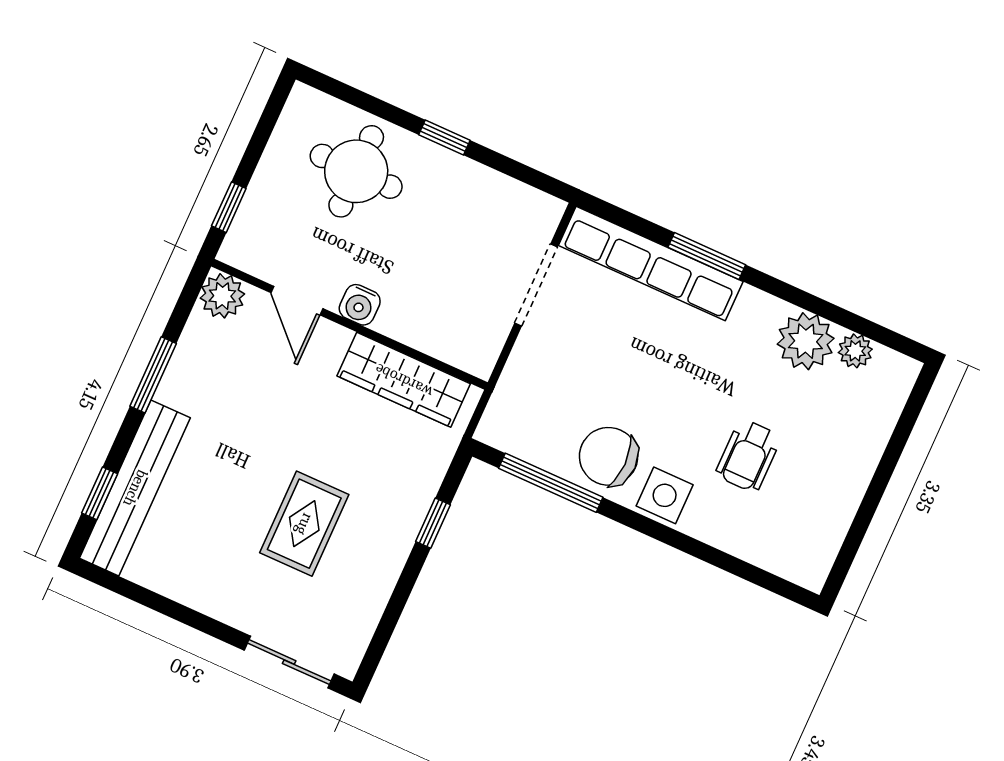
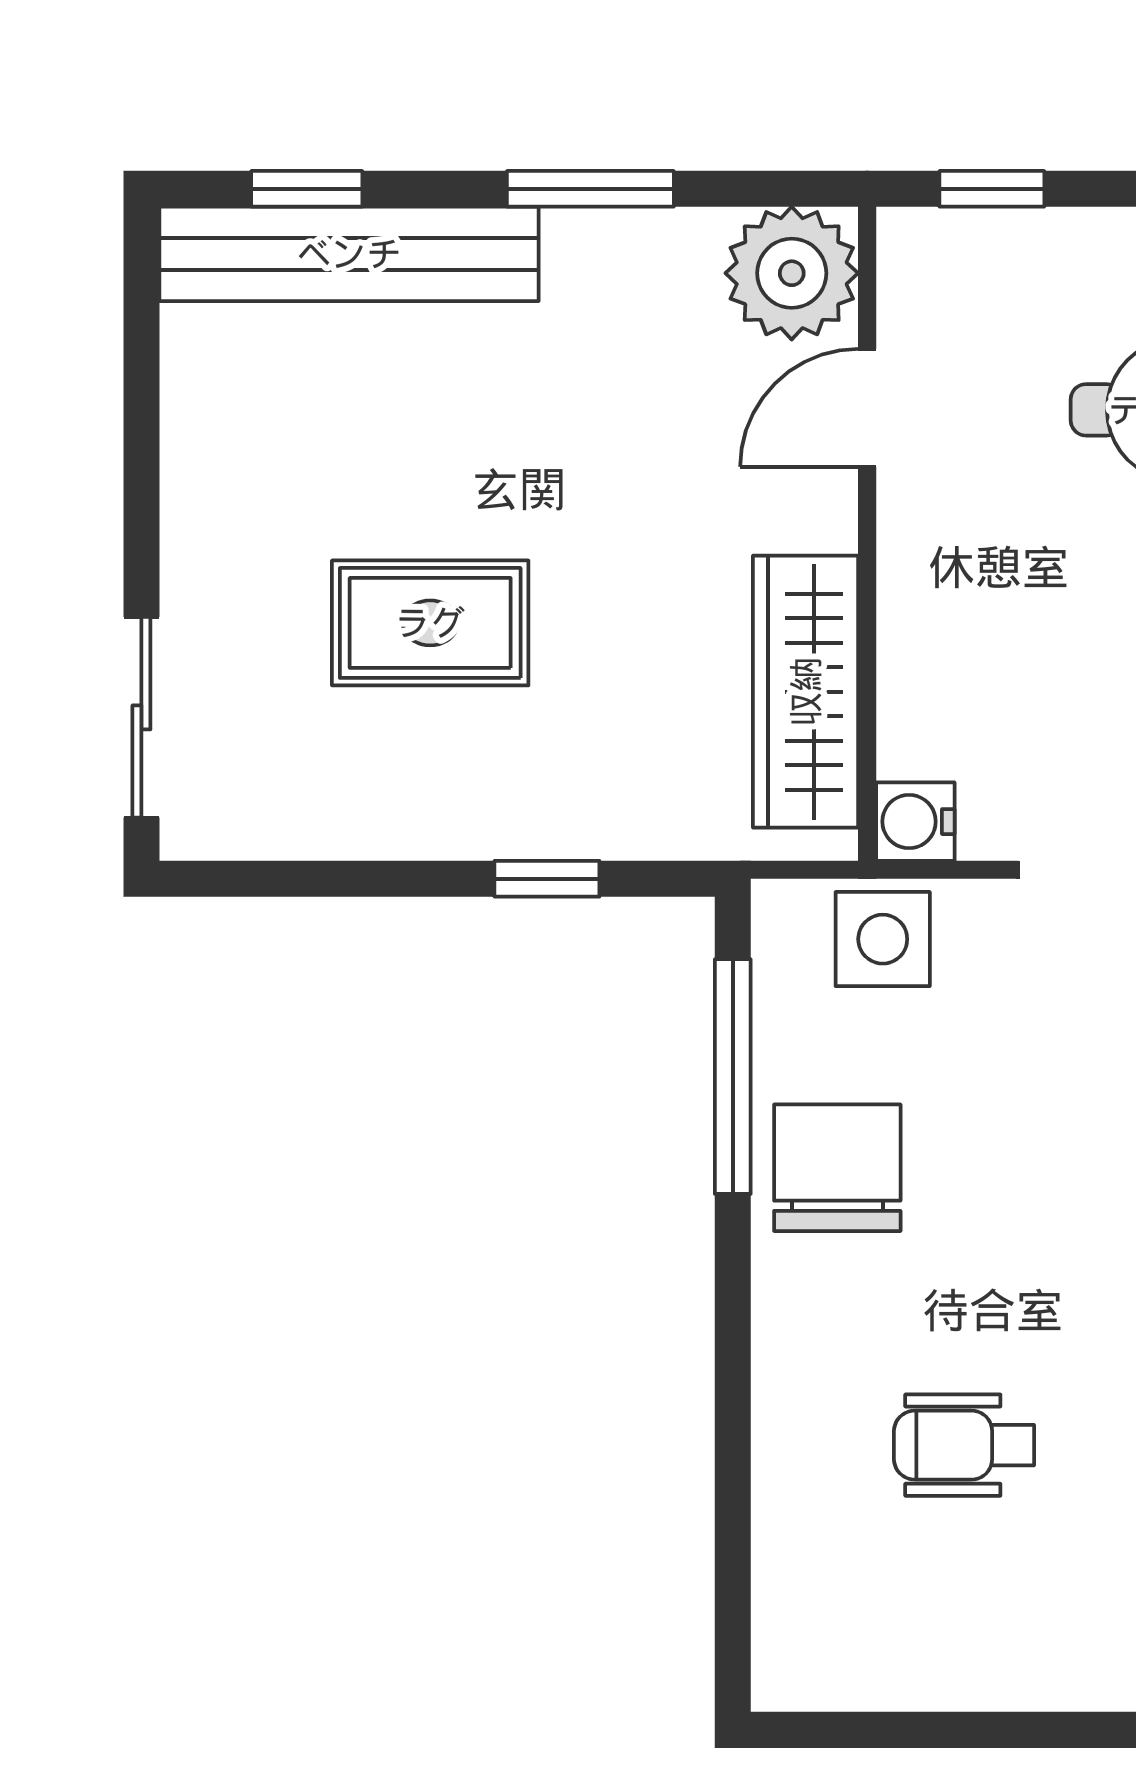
plant: (222, 296) -> (792, 273), width x1.36, depth x1.36
water cooler: (360, 305) -> (915, 822), moved
side table: (665, 495) -> (883, 939), moved

